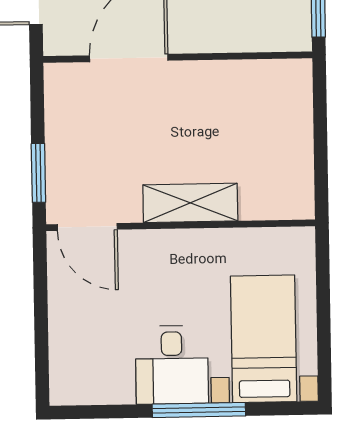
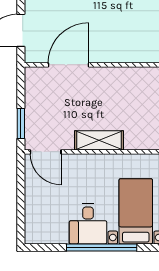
window: (199, 410) -> (102, 248), width x1.46

